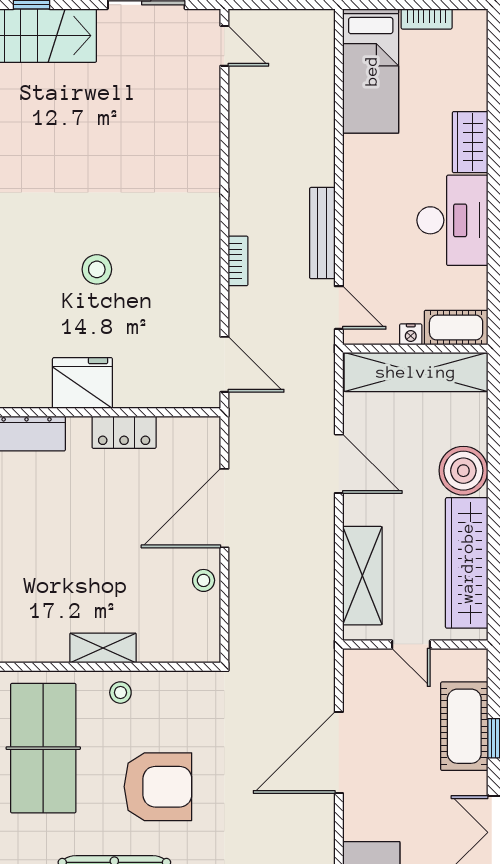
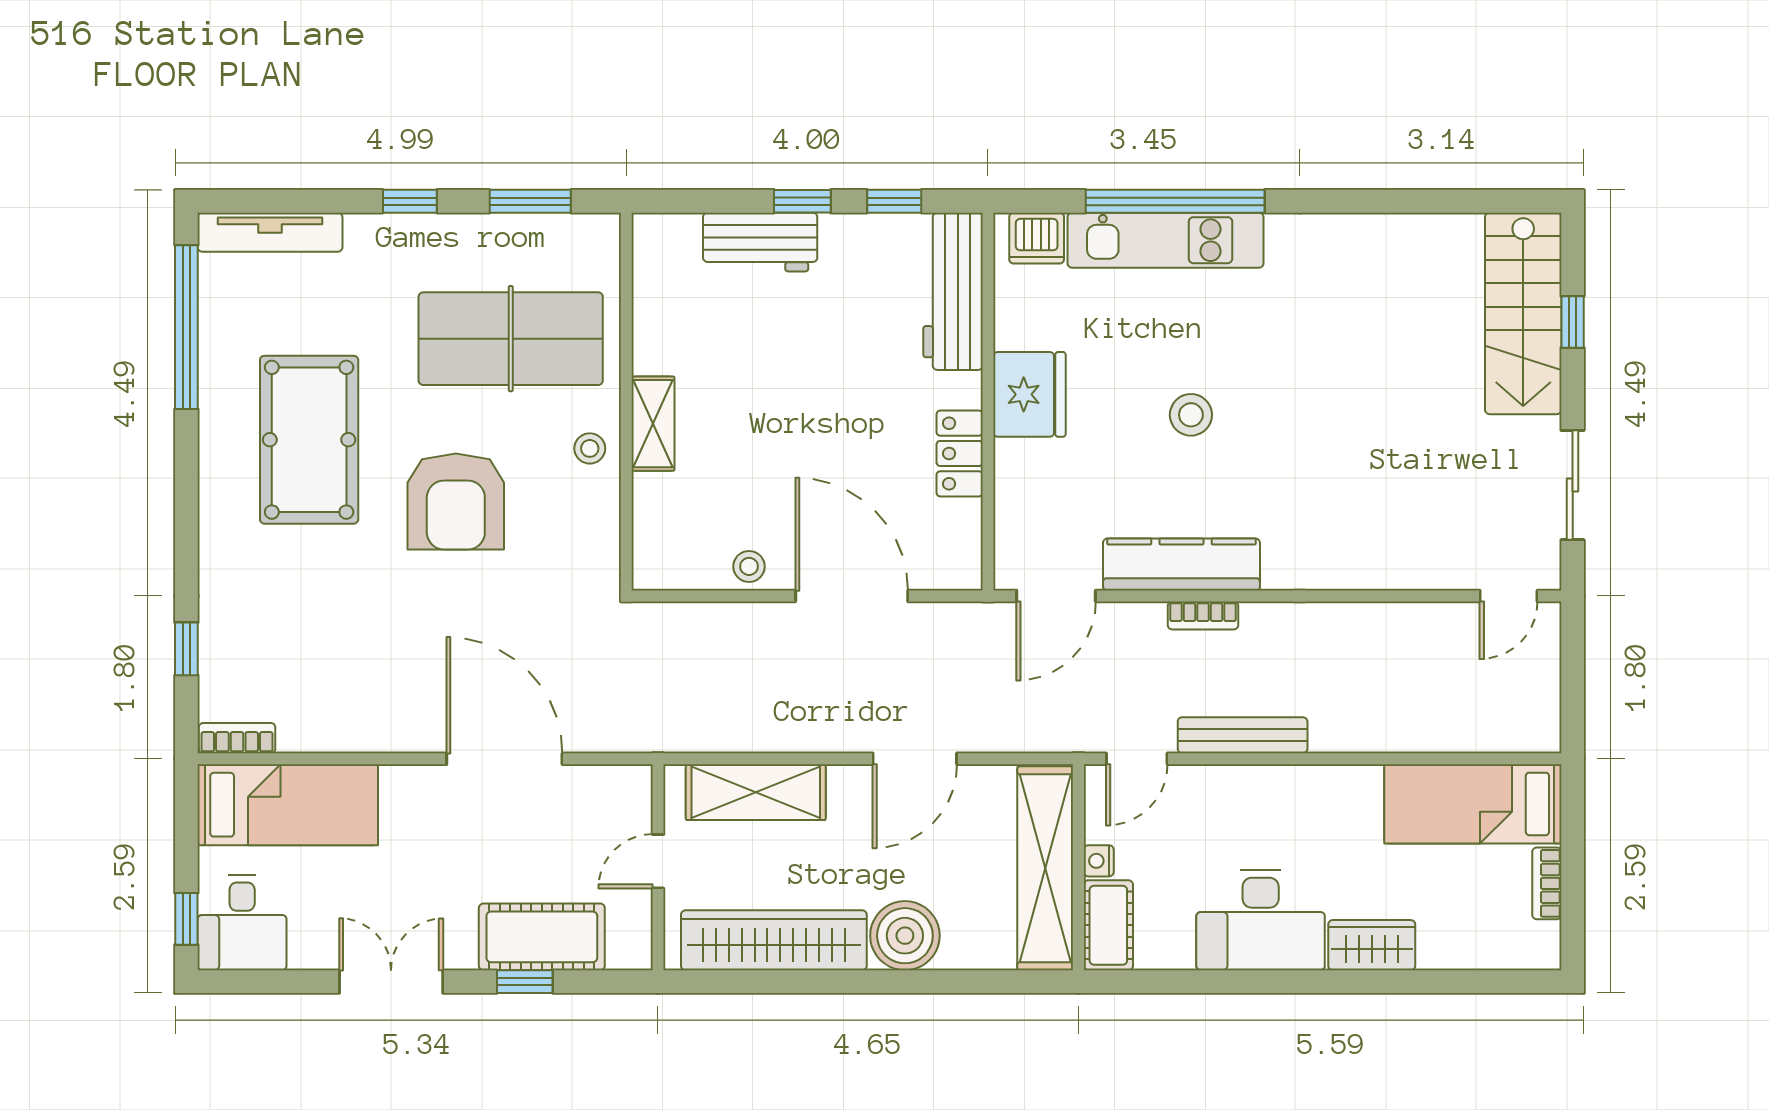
kitchen counter: (202, 276) -> (1181, 564), added

